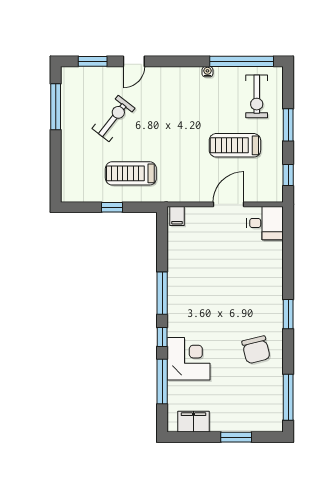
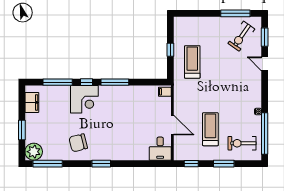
exercise bike: (114, 118) -> (241, 36), moved, turned 87
corner desk: (189, 359) -> (84, 99), moved
plant: (270, 419) -> (34, 152), added

